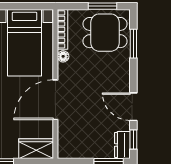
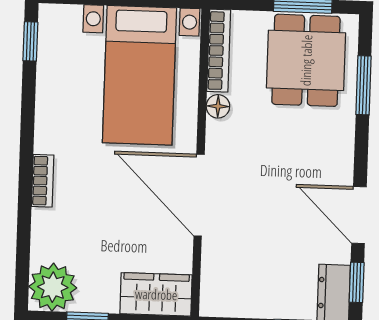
dining table: (105, 33) -> (306, 60), turned 90
door: (55, 100) -> (199, 195), hinge flipped

